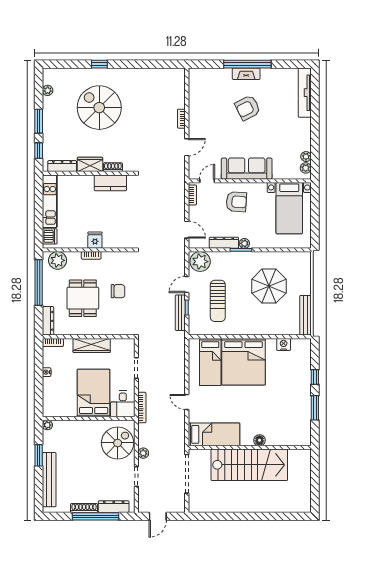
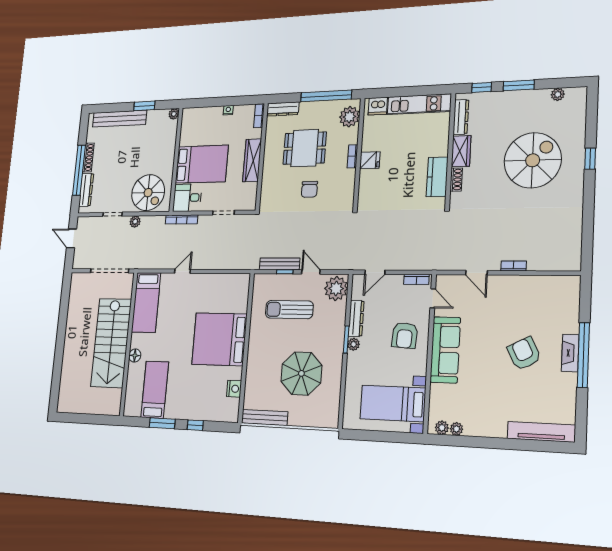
bed: (210, 362) -> (155, 390), moved, turned 90

